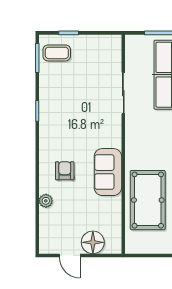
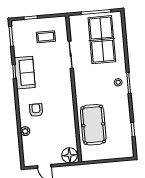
coffee table: (57, 53) -> (46, 37), moved
sofa: (108, 172) -> (25, 73), moved, turned 180
floor lamp: (93, 242) -> (69, 155), moved

